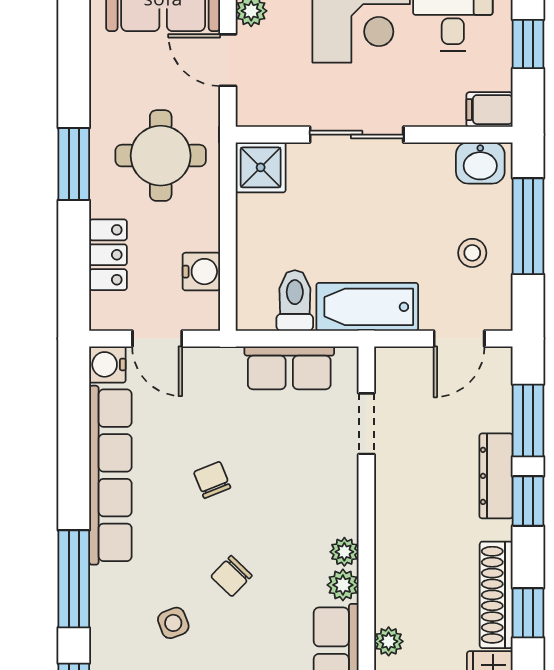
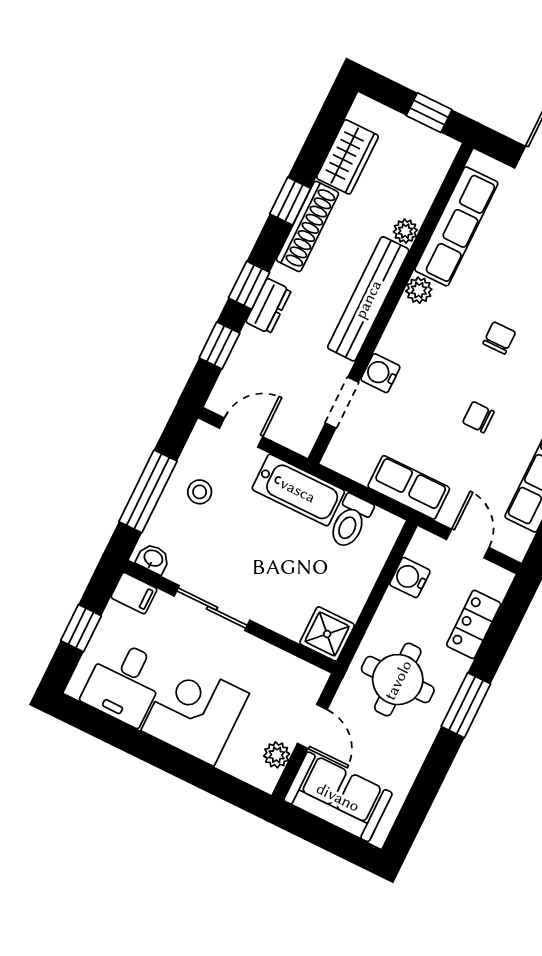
sliding door: (357, 135) -> (212, 608), moved
washbasin: (480, 163) -> (153, 559), width x0.72, depth x0.69
water cooler: (107, 364) -> (380, 373), moved, turned 180
row of seats: (289, 368) -> (409, 487), moved
window: (528, 421) -> (219, 346), width x0.67
dresser: (496, 476) -> (269, 306), width x0.70
chair: (212, 480) -> (478, 417), turned 112
bench: (393, 549) -> (368, 299), added
plant: (344, 552) -> (406, 315), removed
chair: (231, 576) -> (499, 338), turned -44

